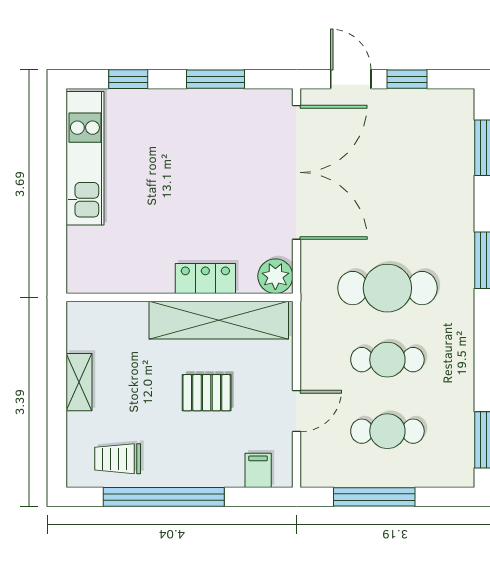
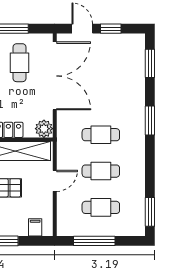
cafe table: (227, 146) -> (20, 63), added
cafe table: (387, 288) -> (101, 135), width x0.73, depth x0.74
door: (297, 411) -> (55, 181), moved

